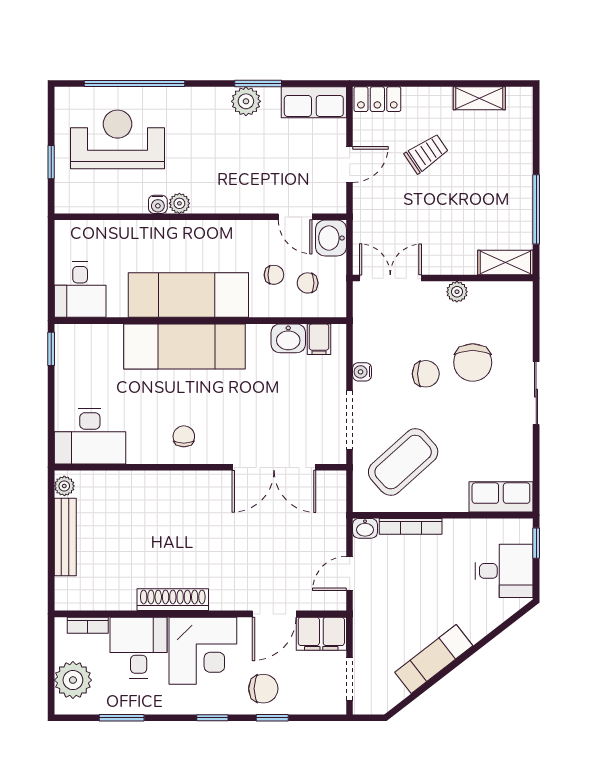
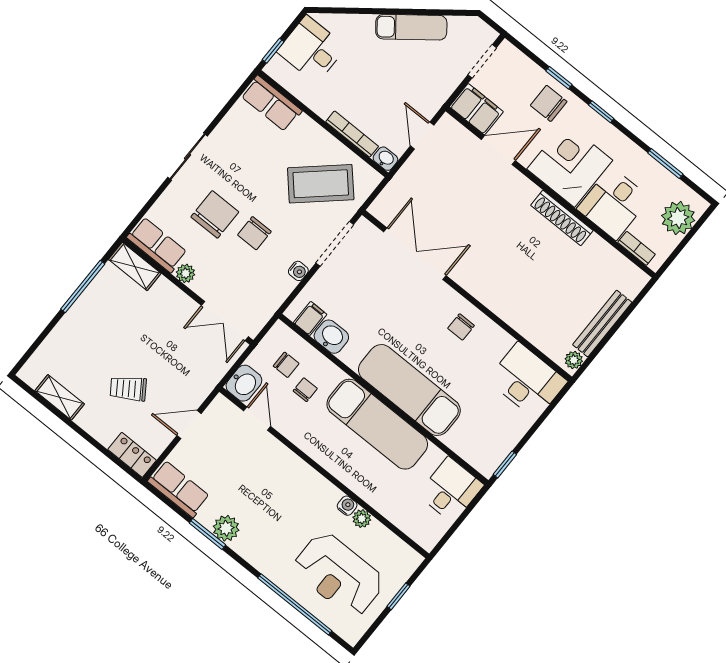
plant: (179, 203) -> (362, 519), moved
chair: (274, 275) -> (305, 390), turned 90
row of seats: (501, 296) -> (157, 245), added
chair: (426, 374) -> (254, 233), turned -90
door: (350, 574) -> (422, 136), swing flipped

